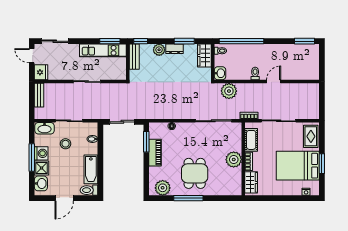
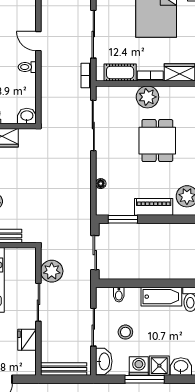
fridge: (41, 72) -> (27, 340), moved, turned -90
plant: (229, 91) -> (52, 271), moved
bench: (39, 95) -> (64, 369), width x1.36
piano: (155, 153) -> (154, 207), moved
dining table: (195, 173) -> (157, 141), moved, turned 90

